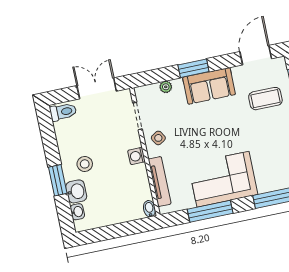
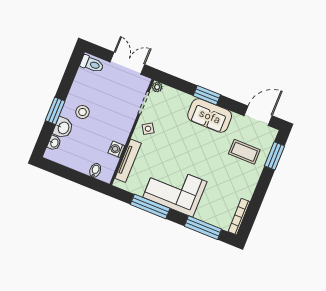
plant: (166, 87) -> (157, 87), moved
washing machine: (137, 156) -> (116, 149), moved
bidet: (149, 209) -> (95, 170), moved

